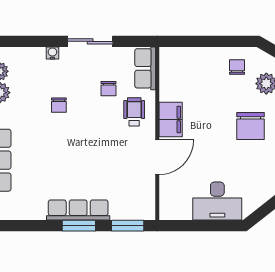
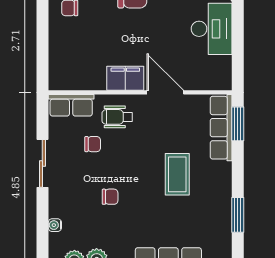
water cooler: (52, 53) -> (55, 225), moved
coffee table: (80, 169) -> (177, 174), added
row of seats: (78, 210) -> (221, 128), moved
window: (79, 226) -> (238, 215), moved

